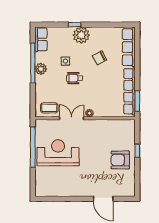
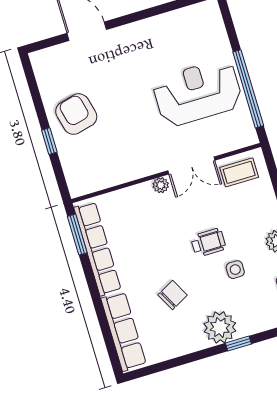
reception desk: (58, 153) -> (198, 93), turned 180
armchair: (120, 160) -> (76, 114), turned -104

